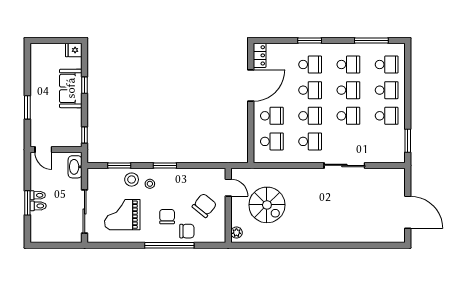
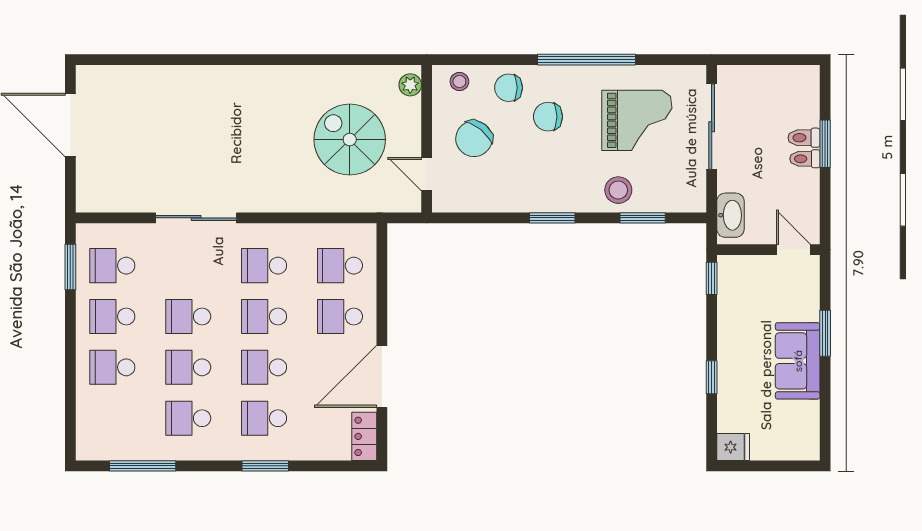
school desk: (387, 65) -> (112, 266), moved
sofa: (71, 88) -> (798, 361), moved, turned 180
stool: (150, 184) -> (459, 82), moved
chair: (167, 217) -> (548, 117), turned 90
window: (169, 245) -> (587, 60), moved

